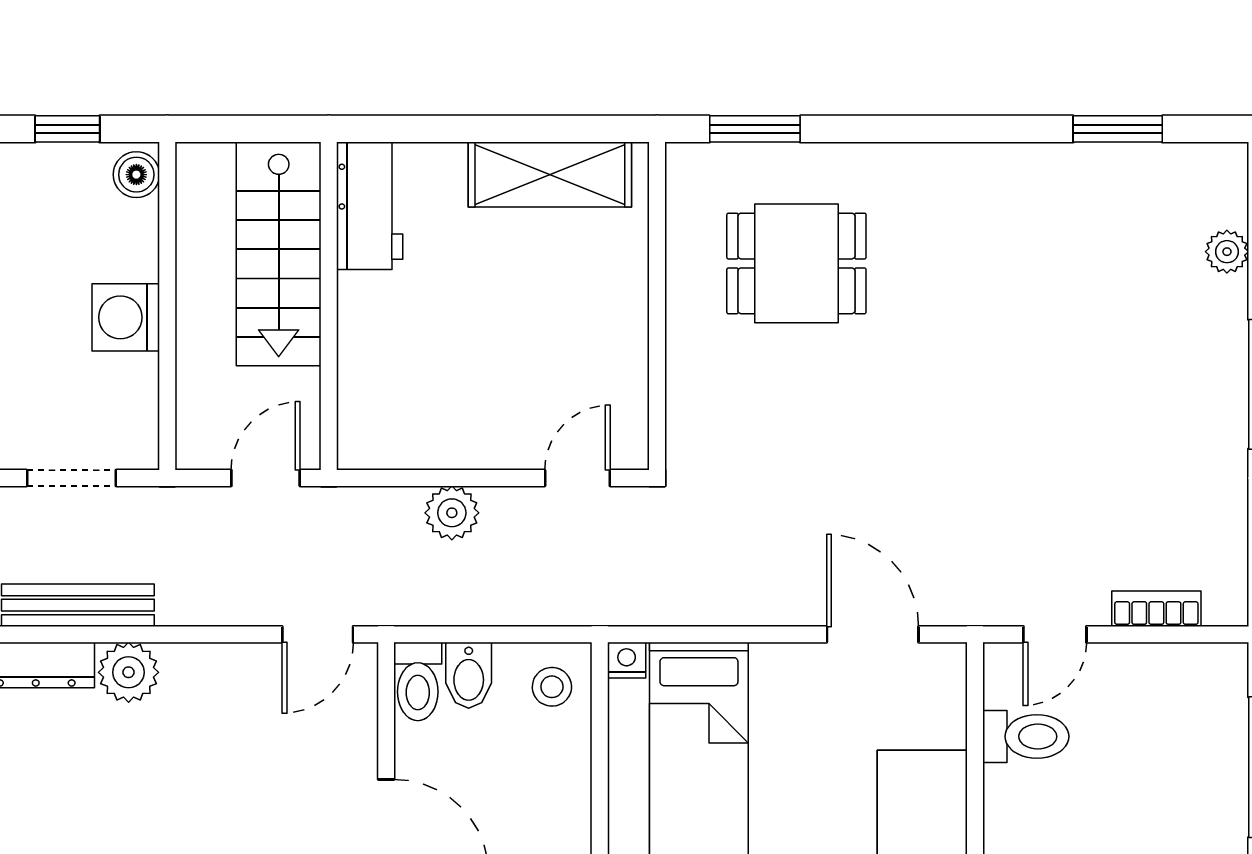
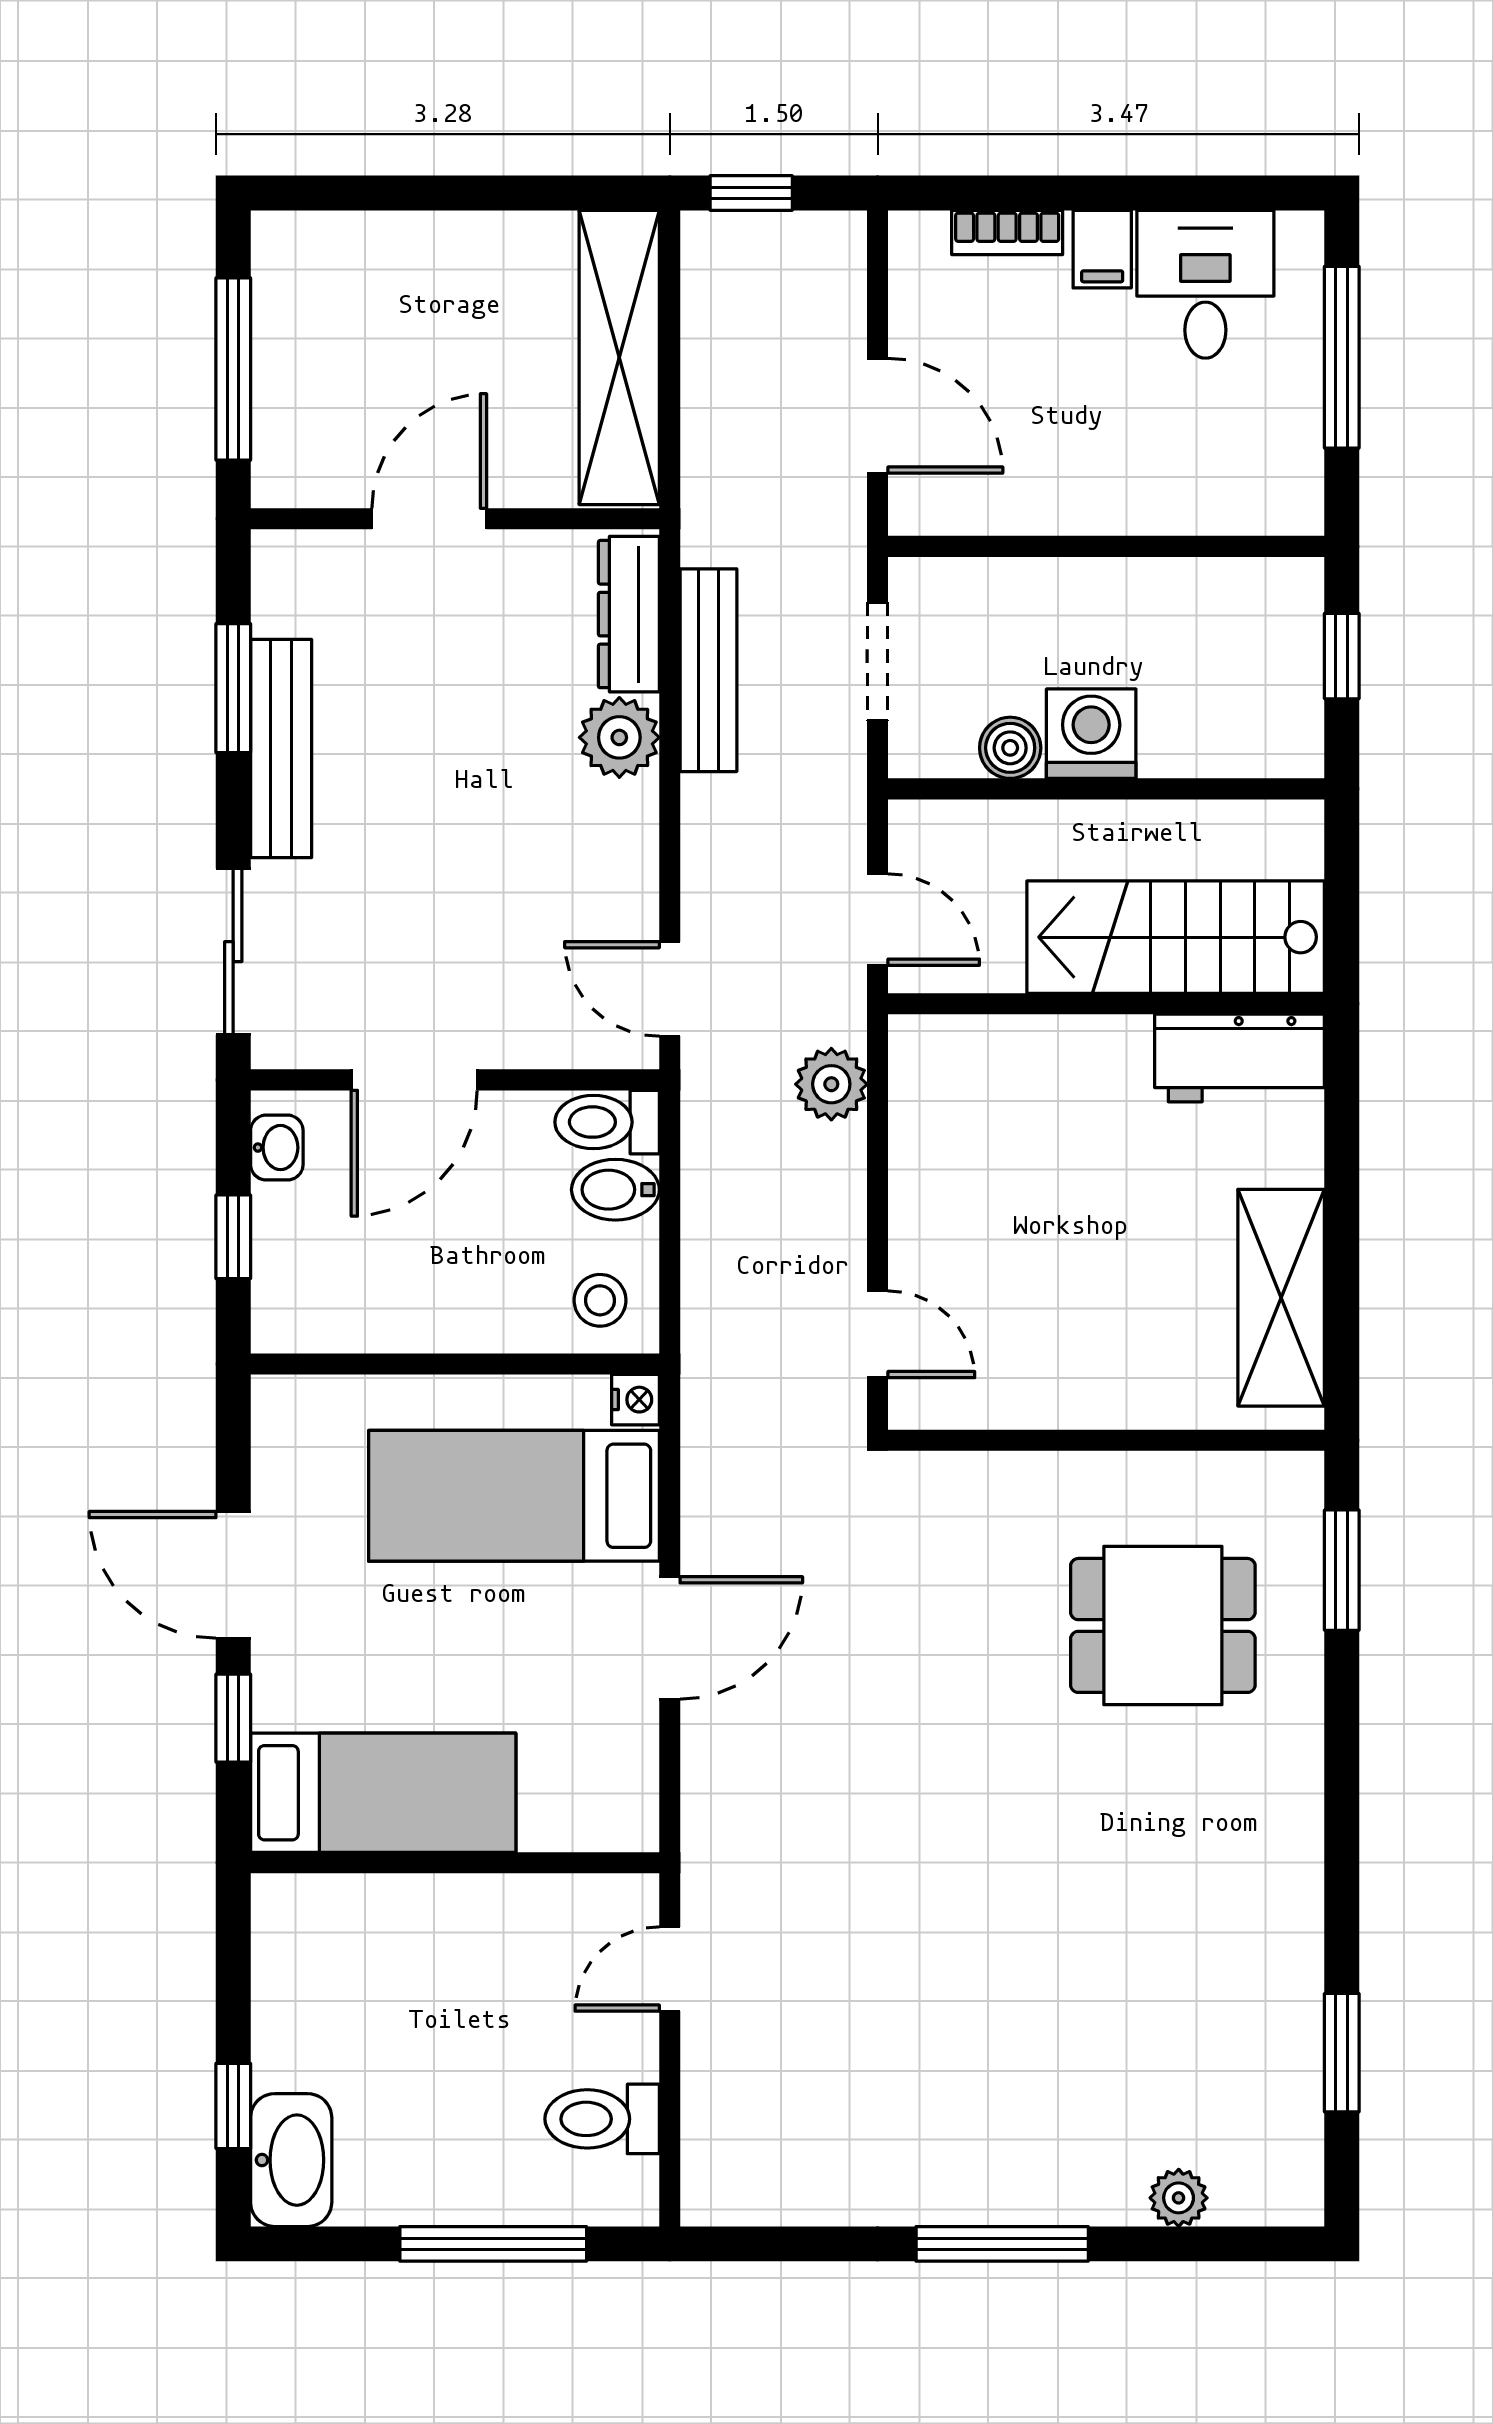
boiler: (136, 175) -> (1010, 748), moved
dining table: (796, 263) -> (1163, 1625), turned 90
plant: (452, 513) -> (831, 1084), moved
bookcase: (1156, 609) -> (704, 2104), removed
door: (873, 634) -> (670, 1638), moved
door: (1055, 634) -> (670, 1969), hinge flipped
toilet: (1026, 736) -> (602, 2119), moved, turned 90

